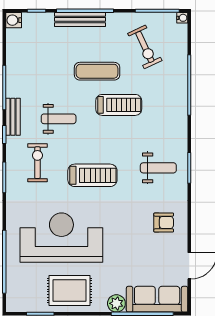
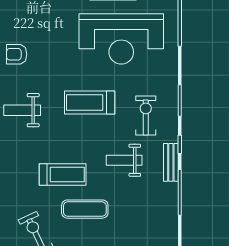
treadmill: (119, 105) -> (63, 175), turned 180
exercise bike: (37, 163) -> (146, 115), turned 180

